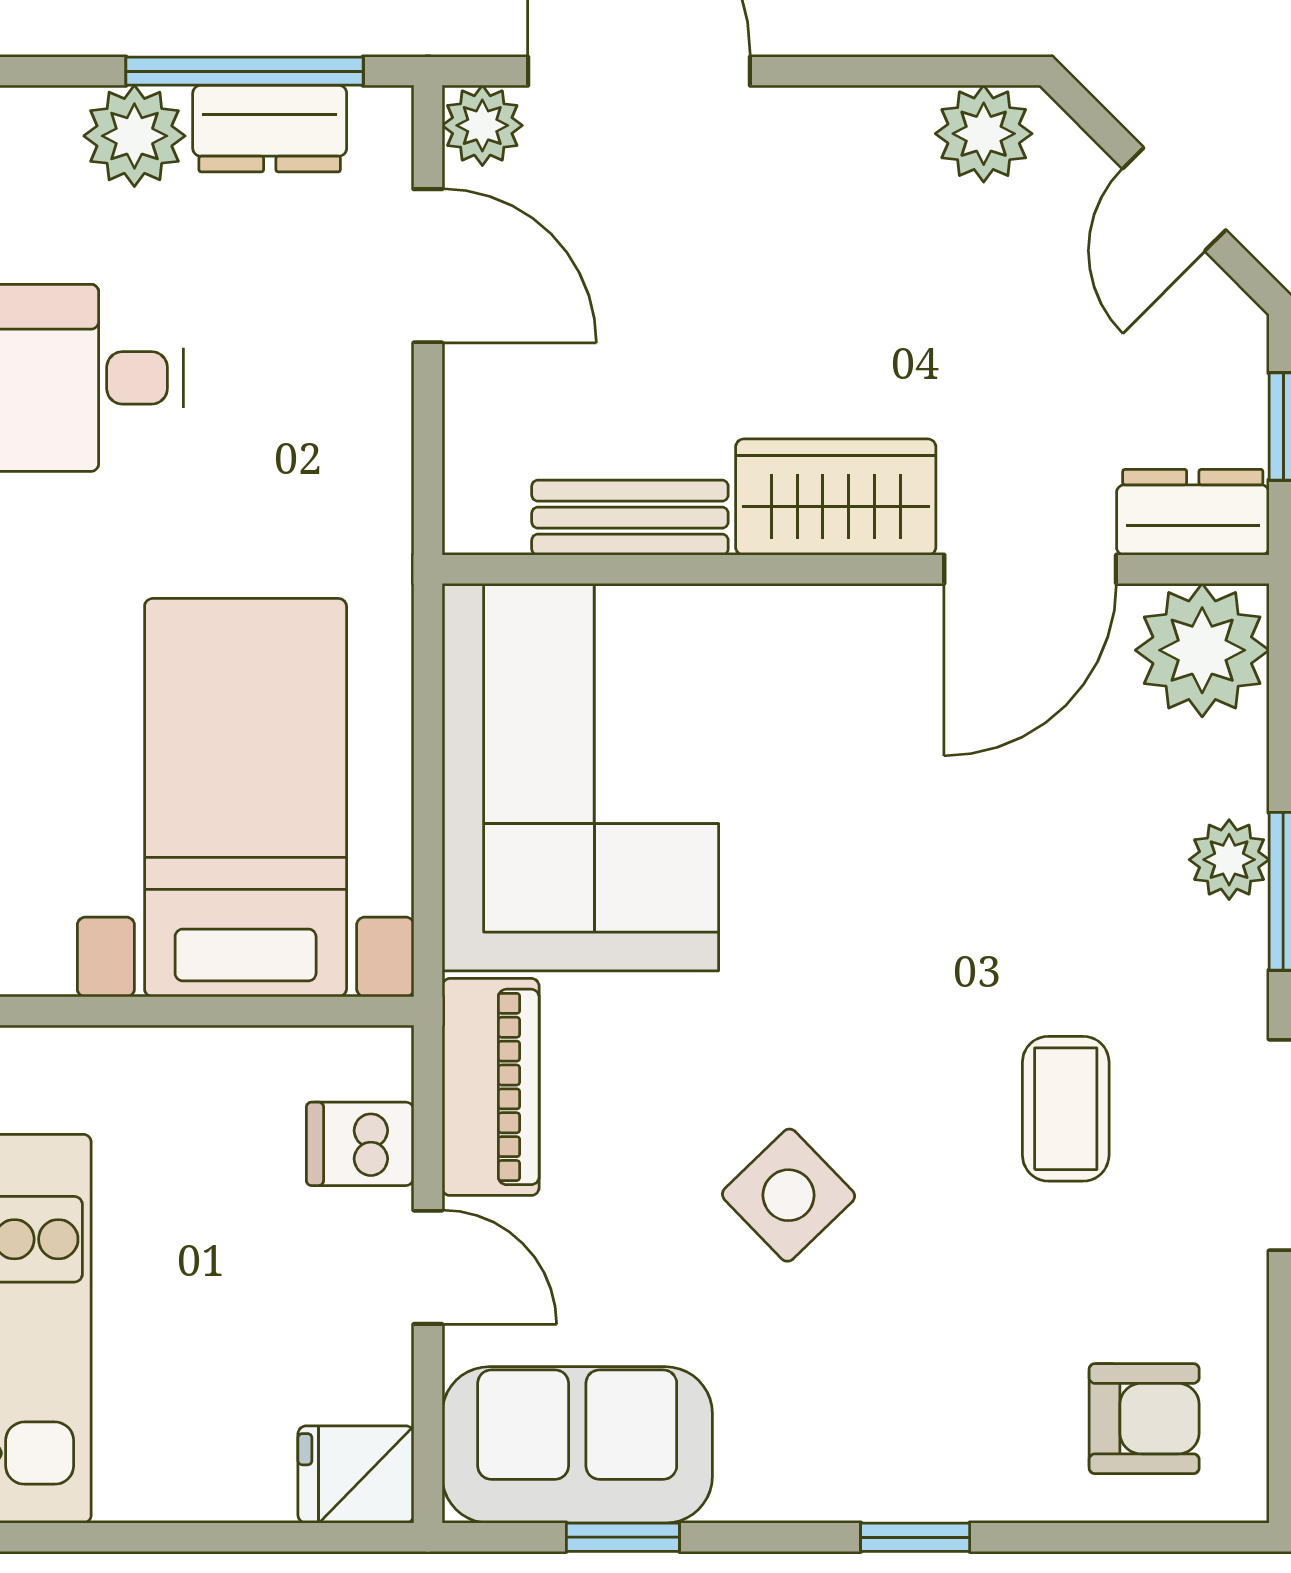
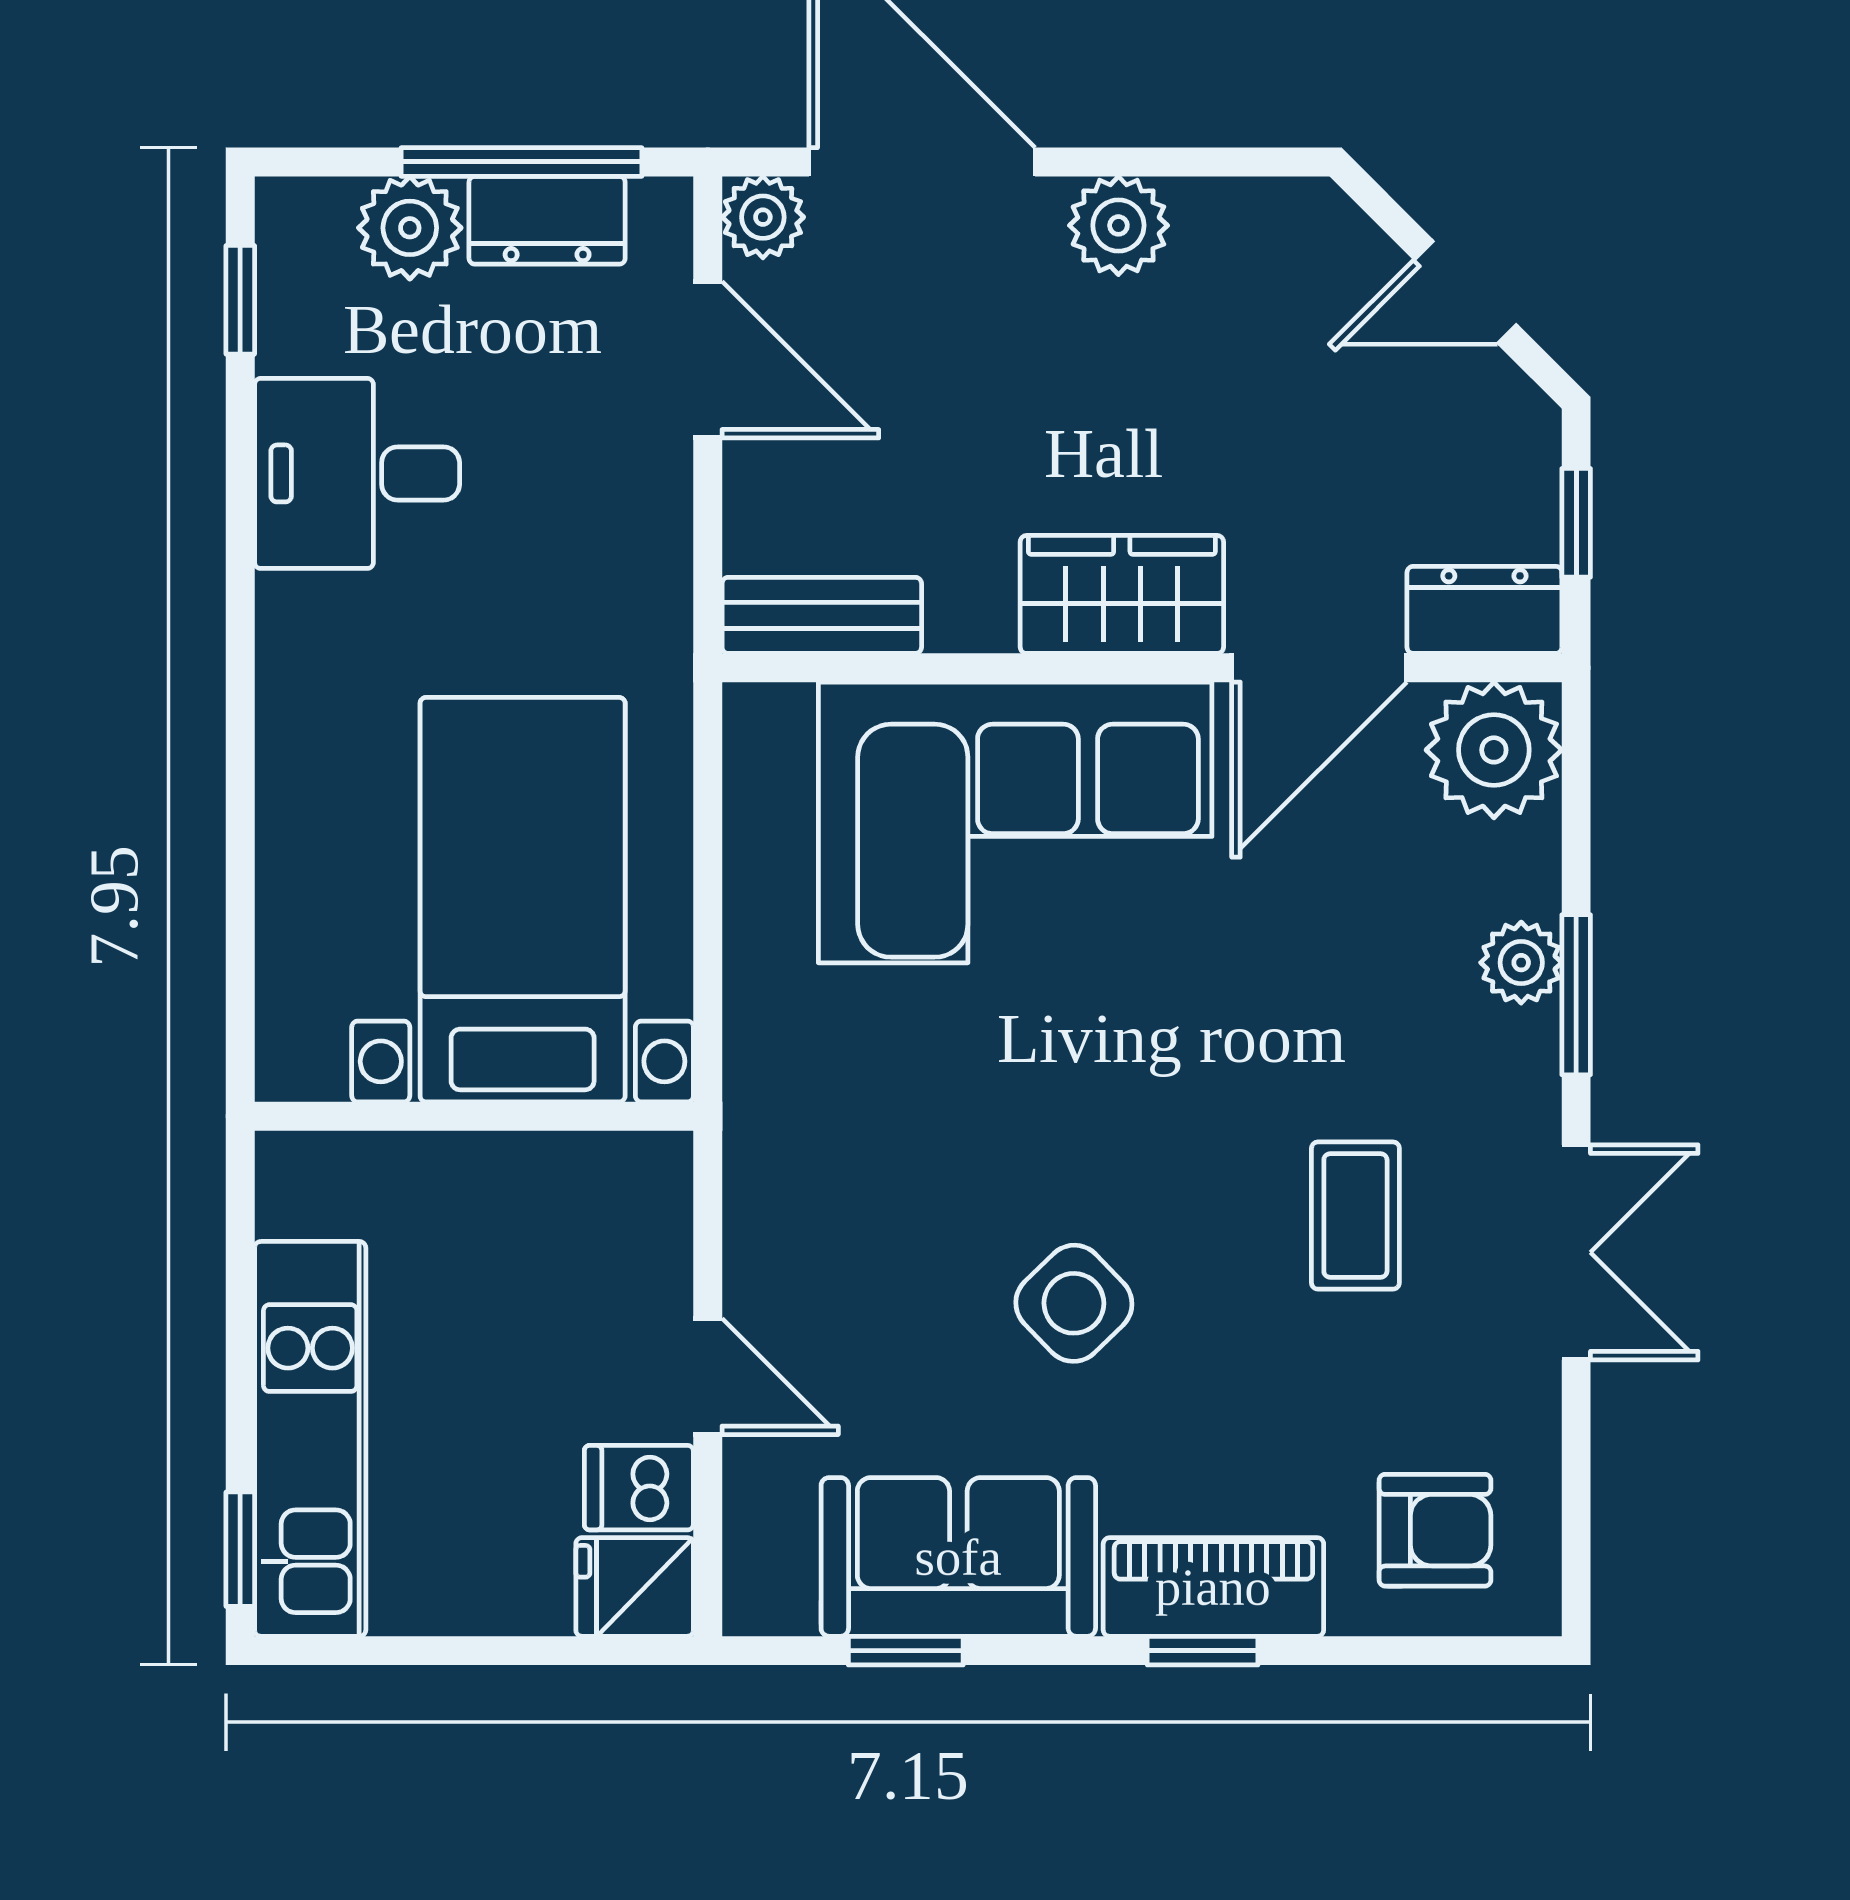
plant: (984, 134) -> (1118, 225), moved
door: (1174, 199) -> (1466, 292), hinge flipped
bench: (630, 518) -> (822, 615), moved
corner sofa: (580, 777) -> (1015, 822), moved, turned 90
piano: (491, 1087) -> (1213, 1587), moved, turned -90
dishwasher: (360, 1144) -> (639, 1488), moved
sofa: (577, 1445) -> (958, 1557), moved

